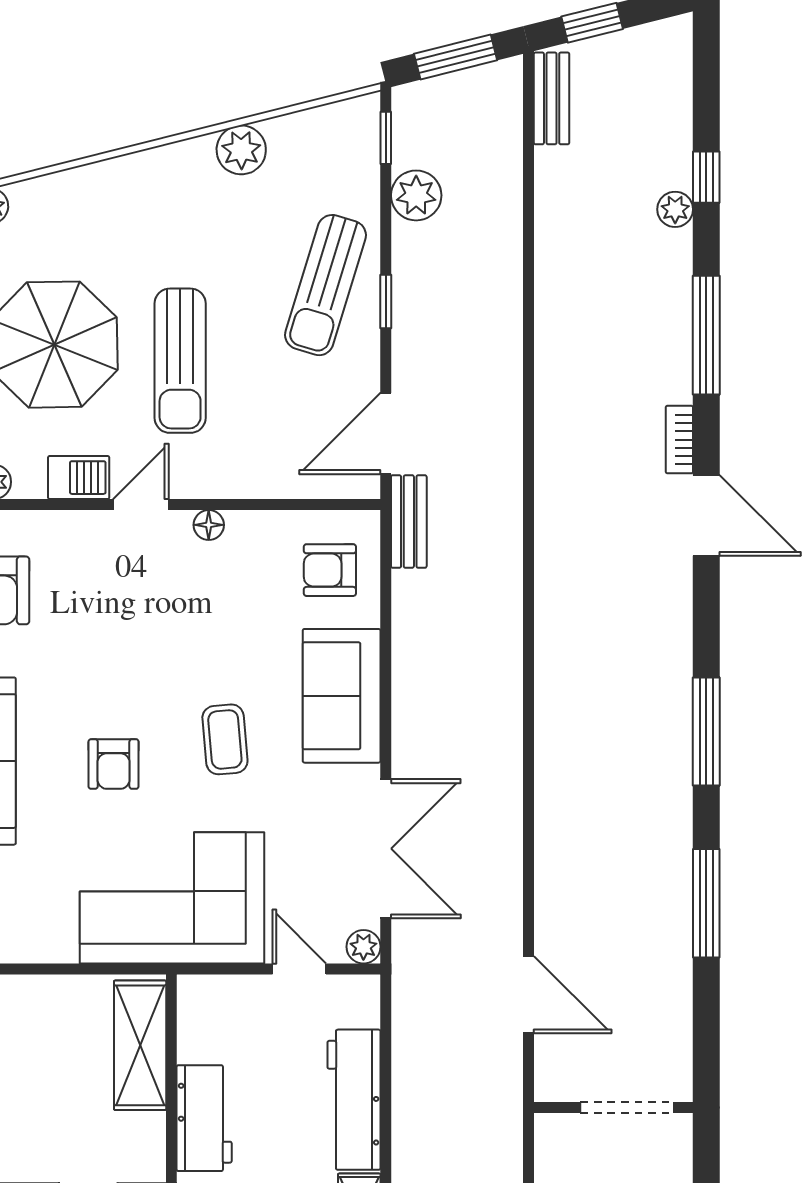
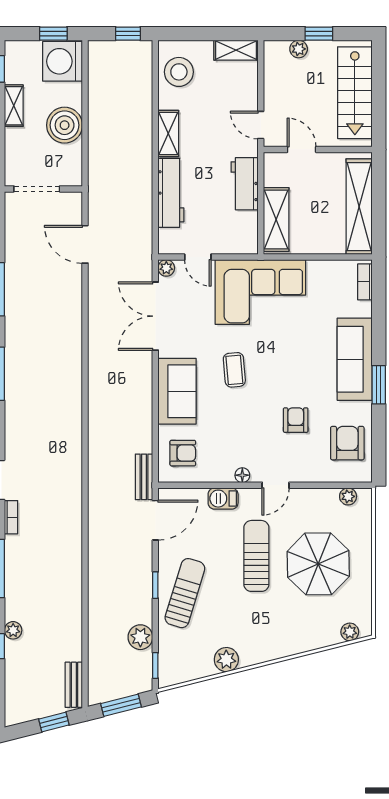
barbecue: (79, 478) -> (223, 499), moved
armchair: (114, 764) -> (296, 420), moved

